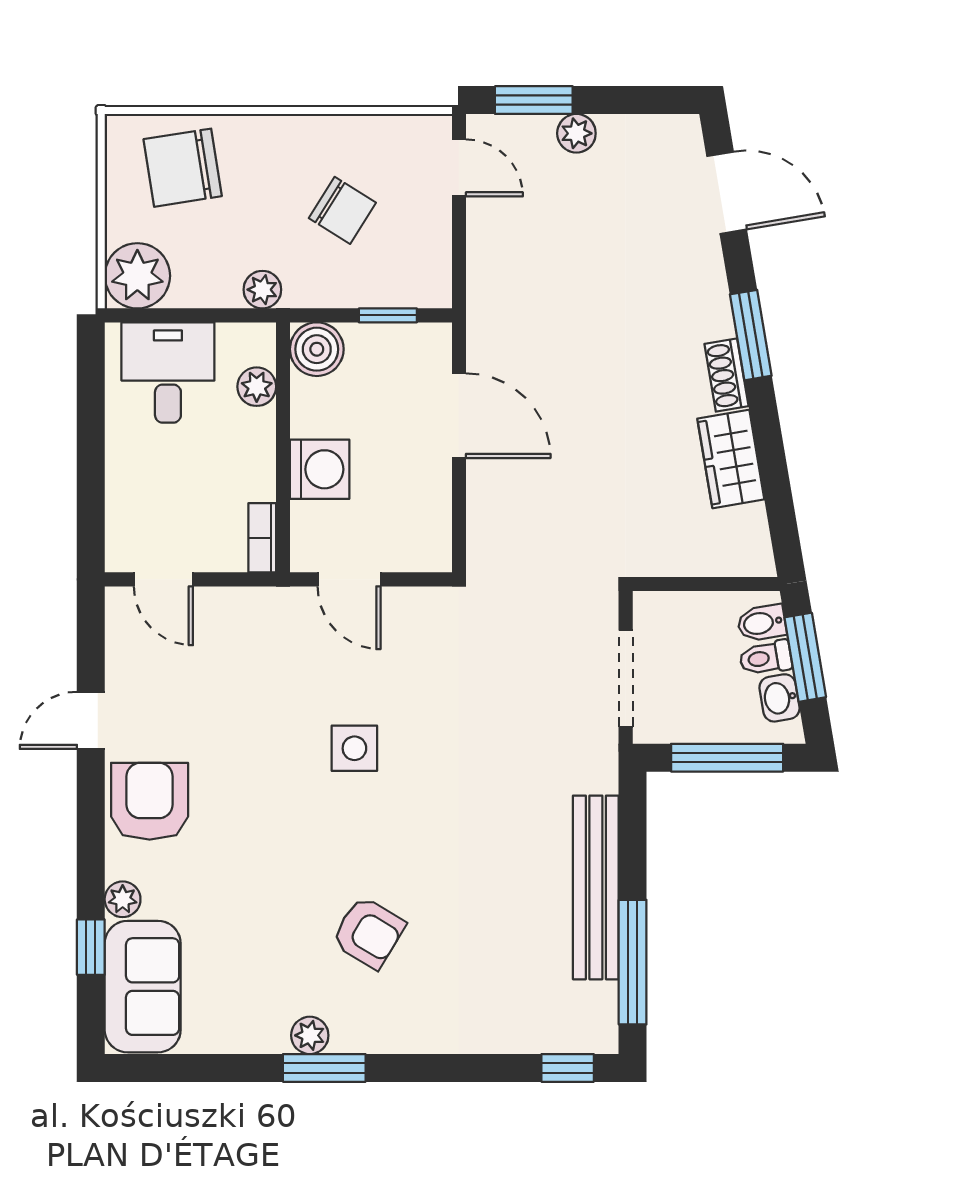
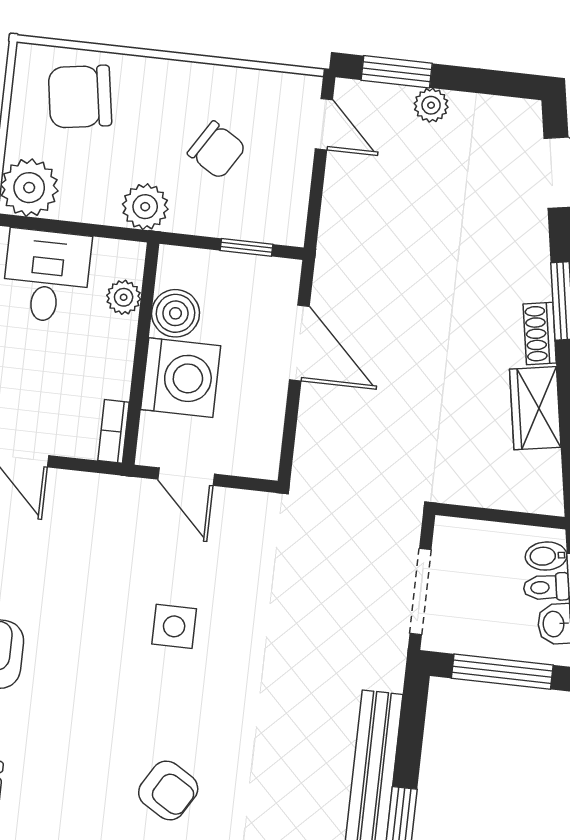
plant: (262, 290) -> (145, 207), width x1.38, depth x1.38
boiler: (317, 349) -> (176, 313), moved
washing machine: (320, 469) -> (181, 378), width x1.37, depth x1.37

